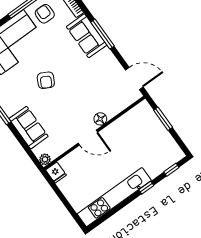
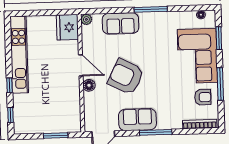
sofa: (87, 36) -> (137, 120), moved
armchair: (46, 80) -> (126, 77), moved, width x1.88, depth x1.88
door: (88, 138) -> (81, 65), swing flipped
fridge: (56, 173) -> (67, 27), width x1.88, depth x1.34

